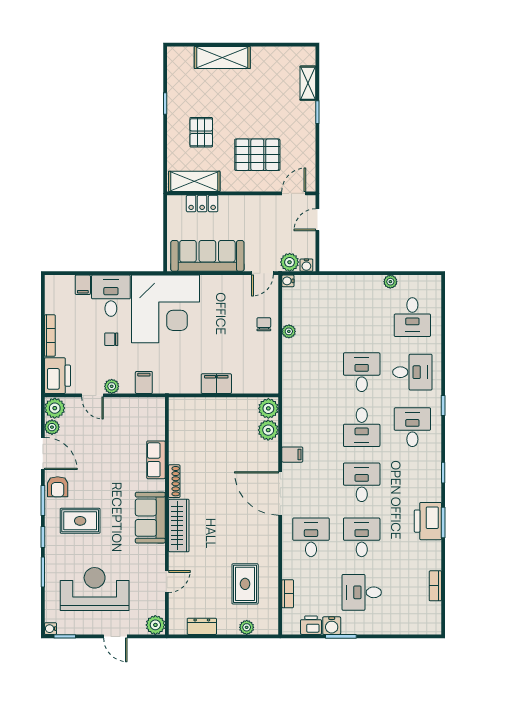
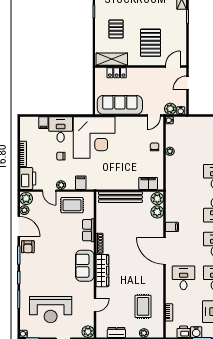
pallet: (257, 155) -> (151, 43), turned 90
filing cabinet: (216, 384) -> (148, 183), moved
bench: (208, 406) -> (120, 197), added
rug: (80, 521) -> (72, 205), moved
reception desk: (95, 589) -> (51, 310), turned 180

